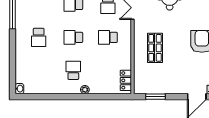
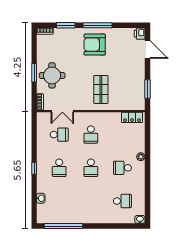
school desk: (39, 37) -> (122, 201), moved
shop shelf: (155, 48) -> (101, 89), turned 90

